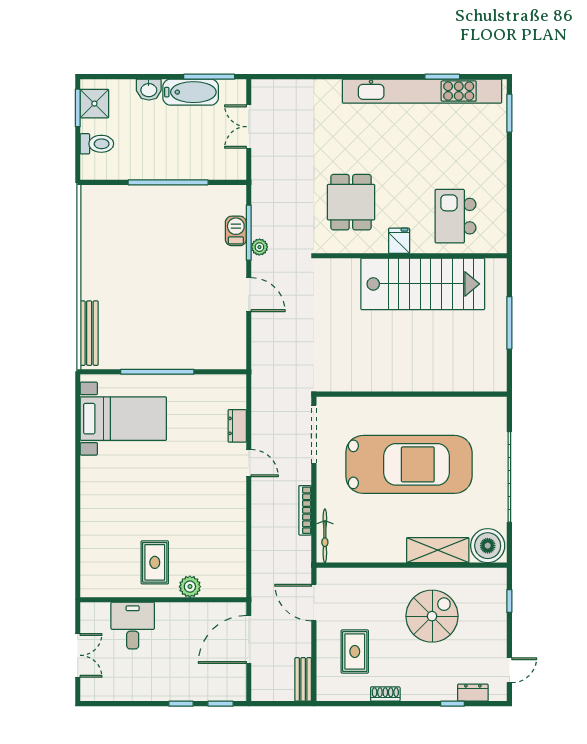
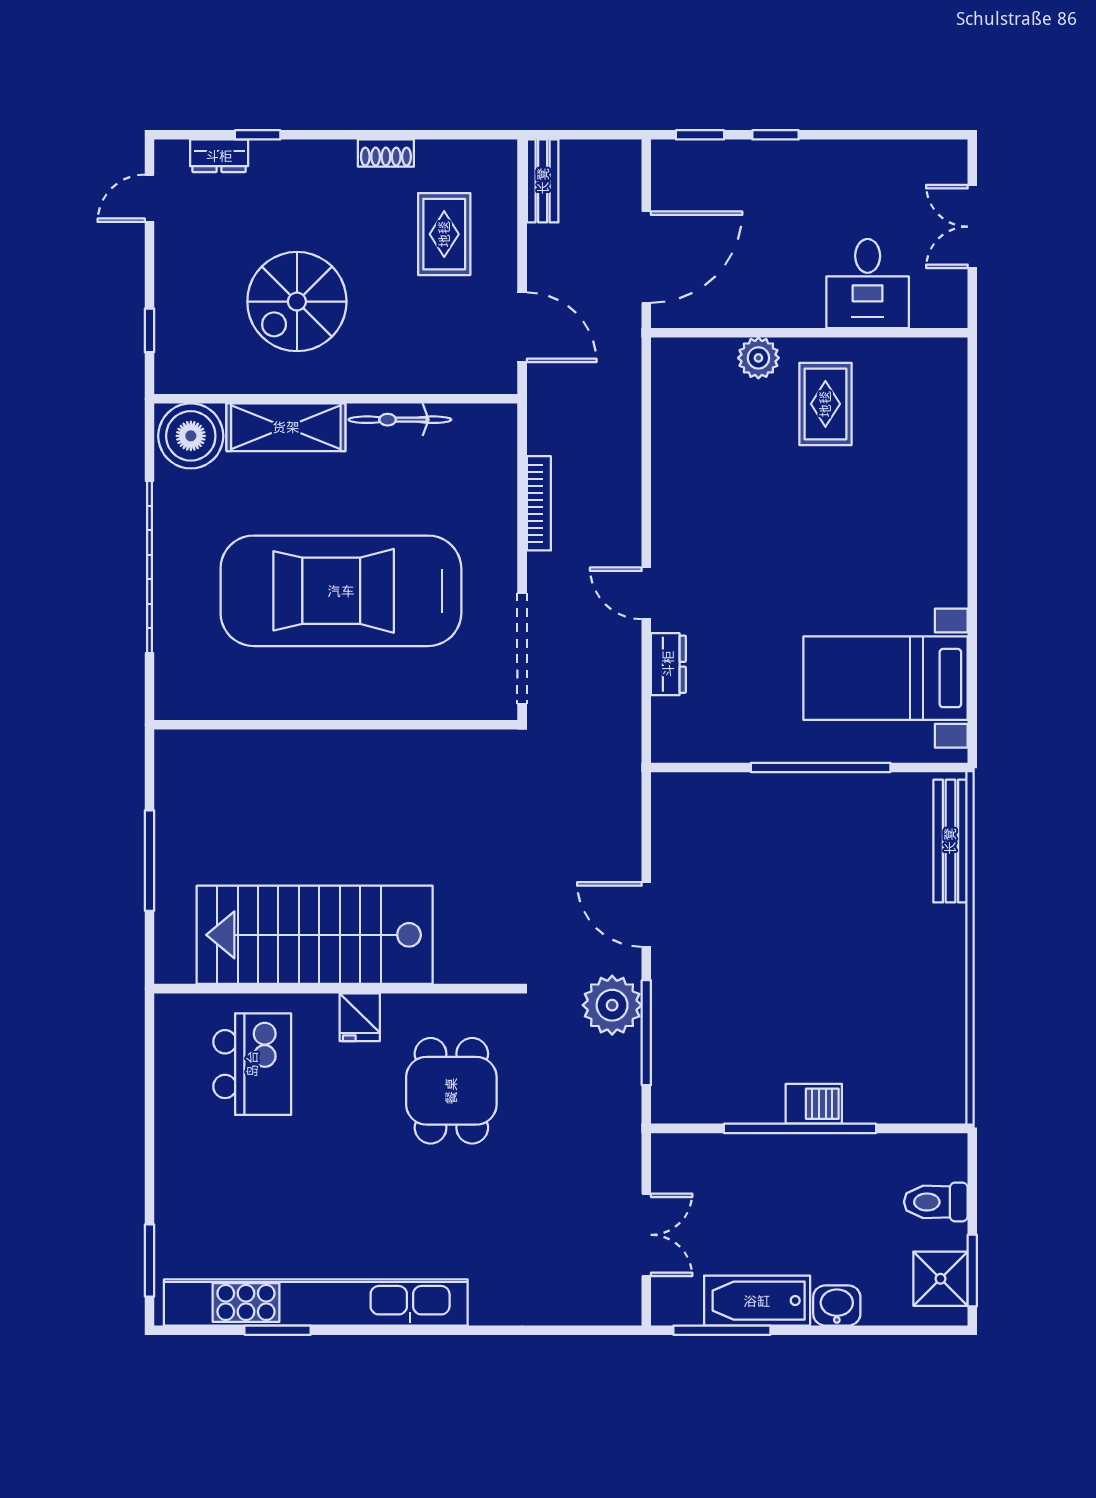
barbecue: (236, 231) -> (814, 1104), moved, turned -90
plant: (259, 247) -> (612, 1005), width x1.87, depth x1.87
bicycle: (325, 536) -> (400, 420), moved, turned -90

